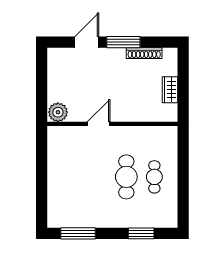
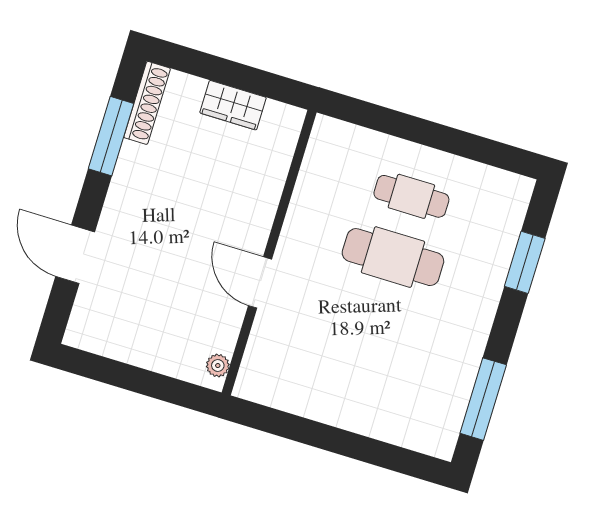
window: (123, 42) -> (111, 136), moved
shoe rack: (144, 53) -> (147, 103), moved
plant: (58, 112) -> (218, 365), width x0.53, depth x0.53

